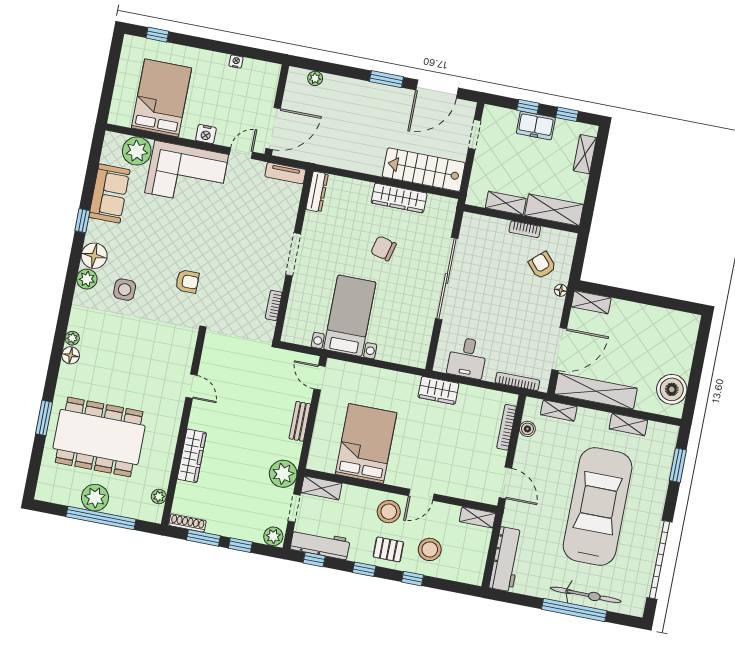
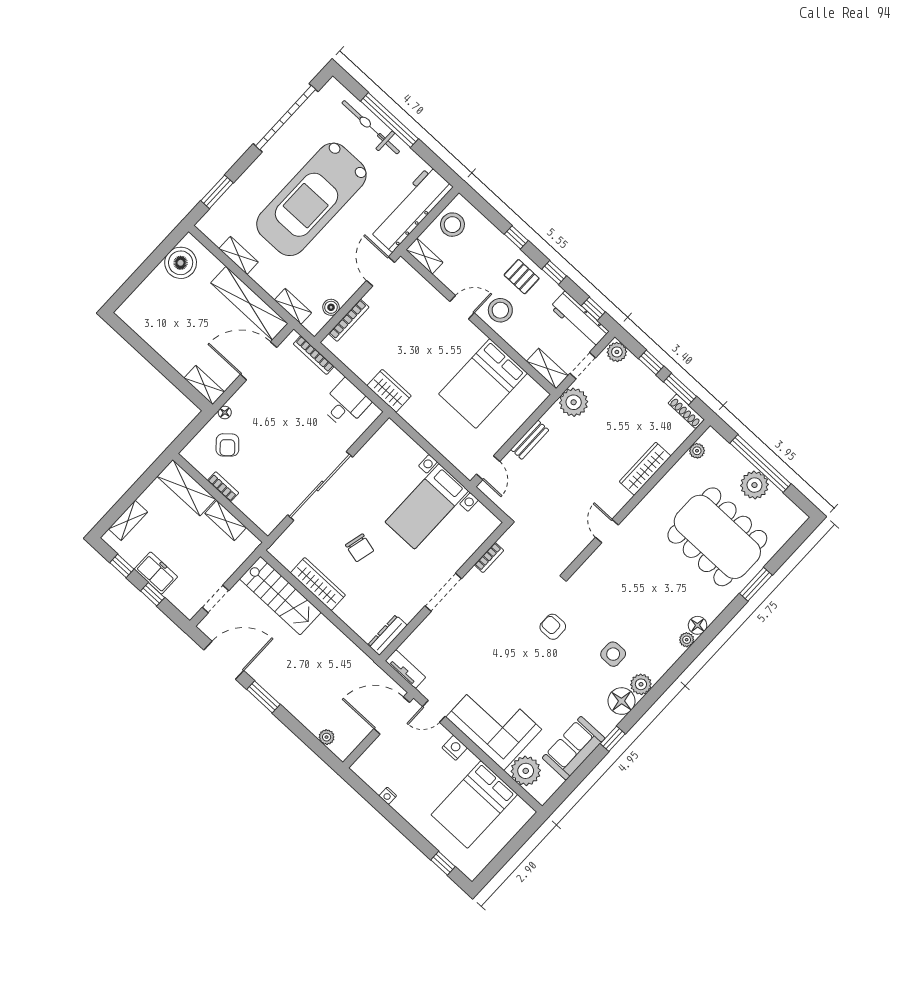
stool: (430, 549) -> (452, 225), moved
workbench: (506, 559) -> (411, 209), width x1.36, depth x1.32

